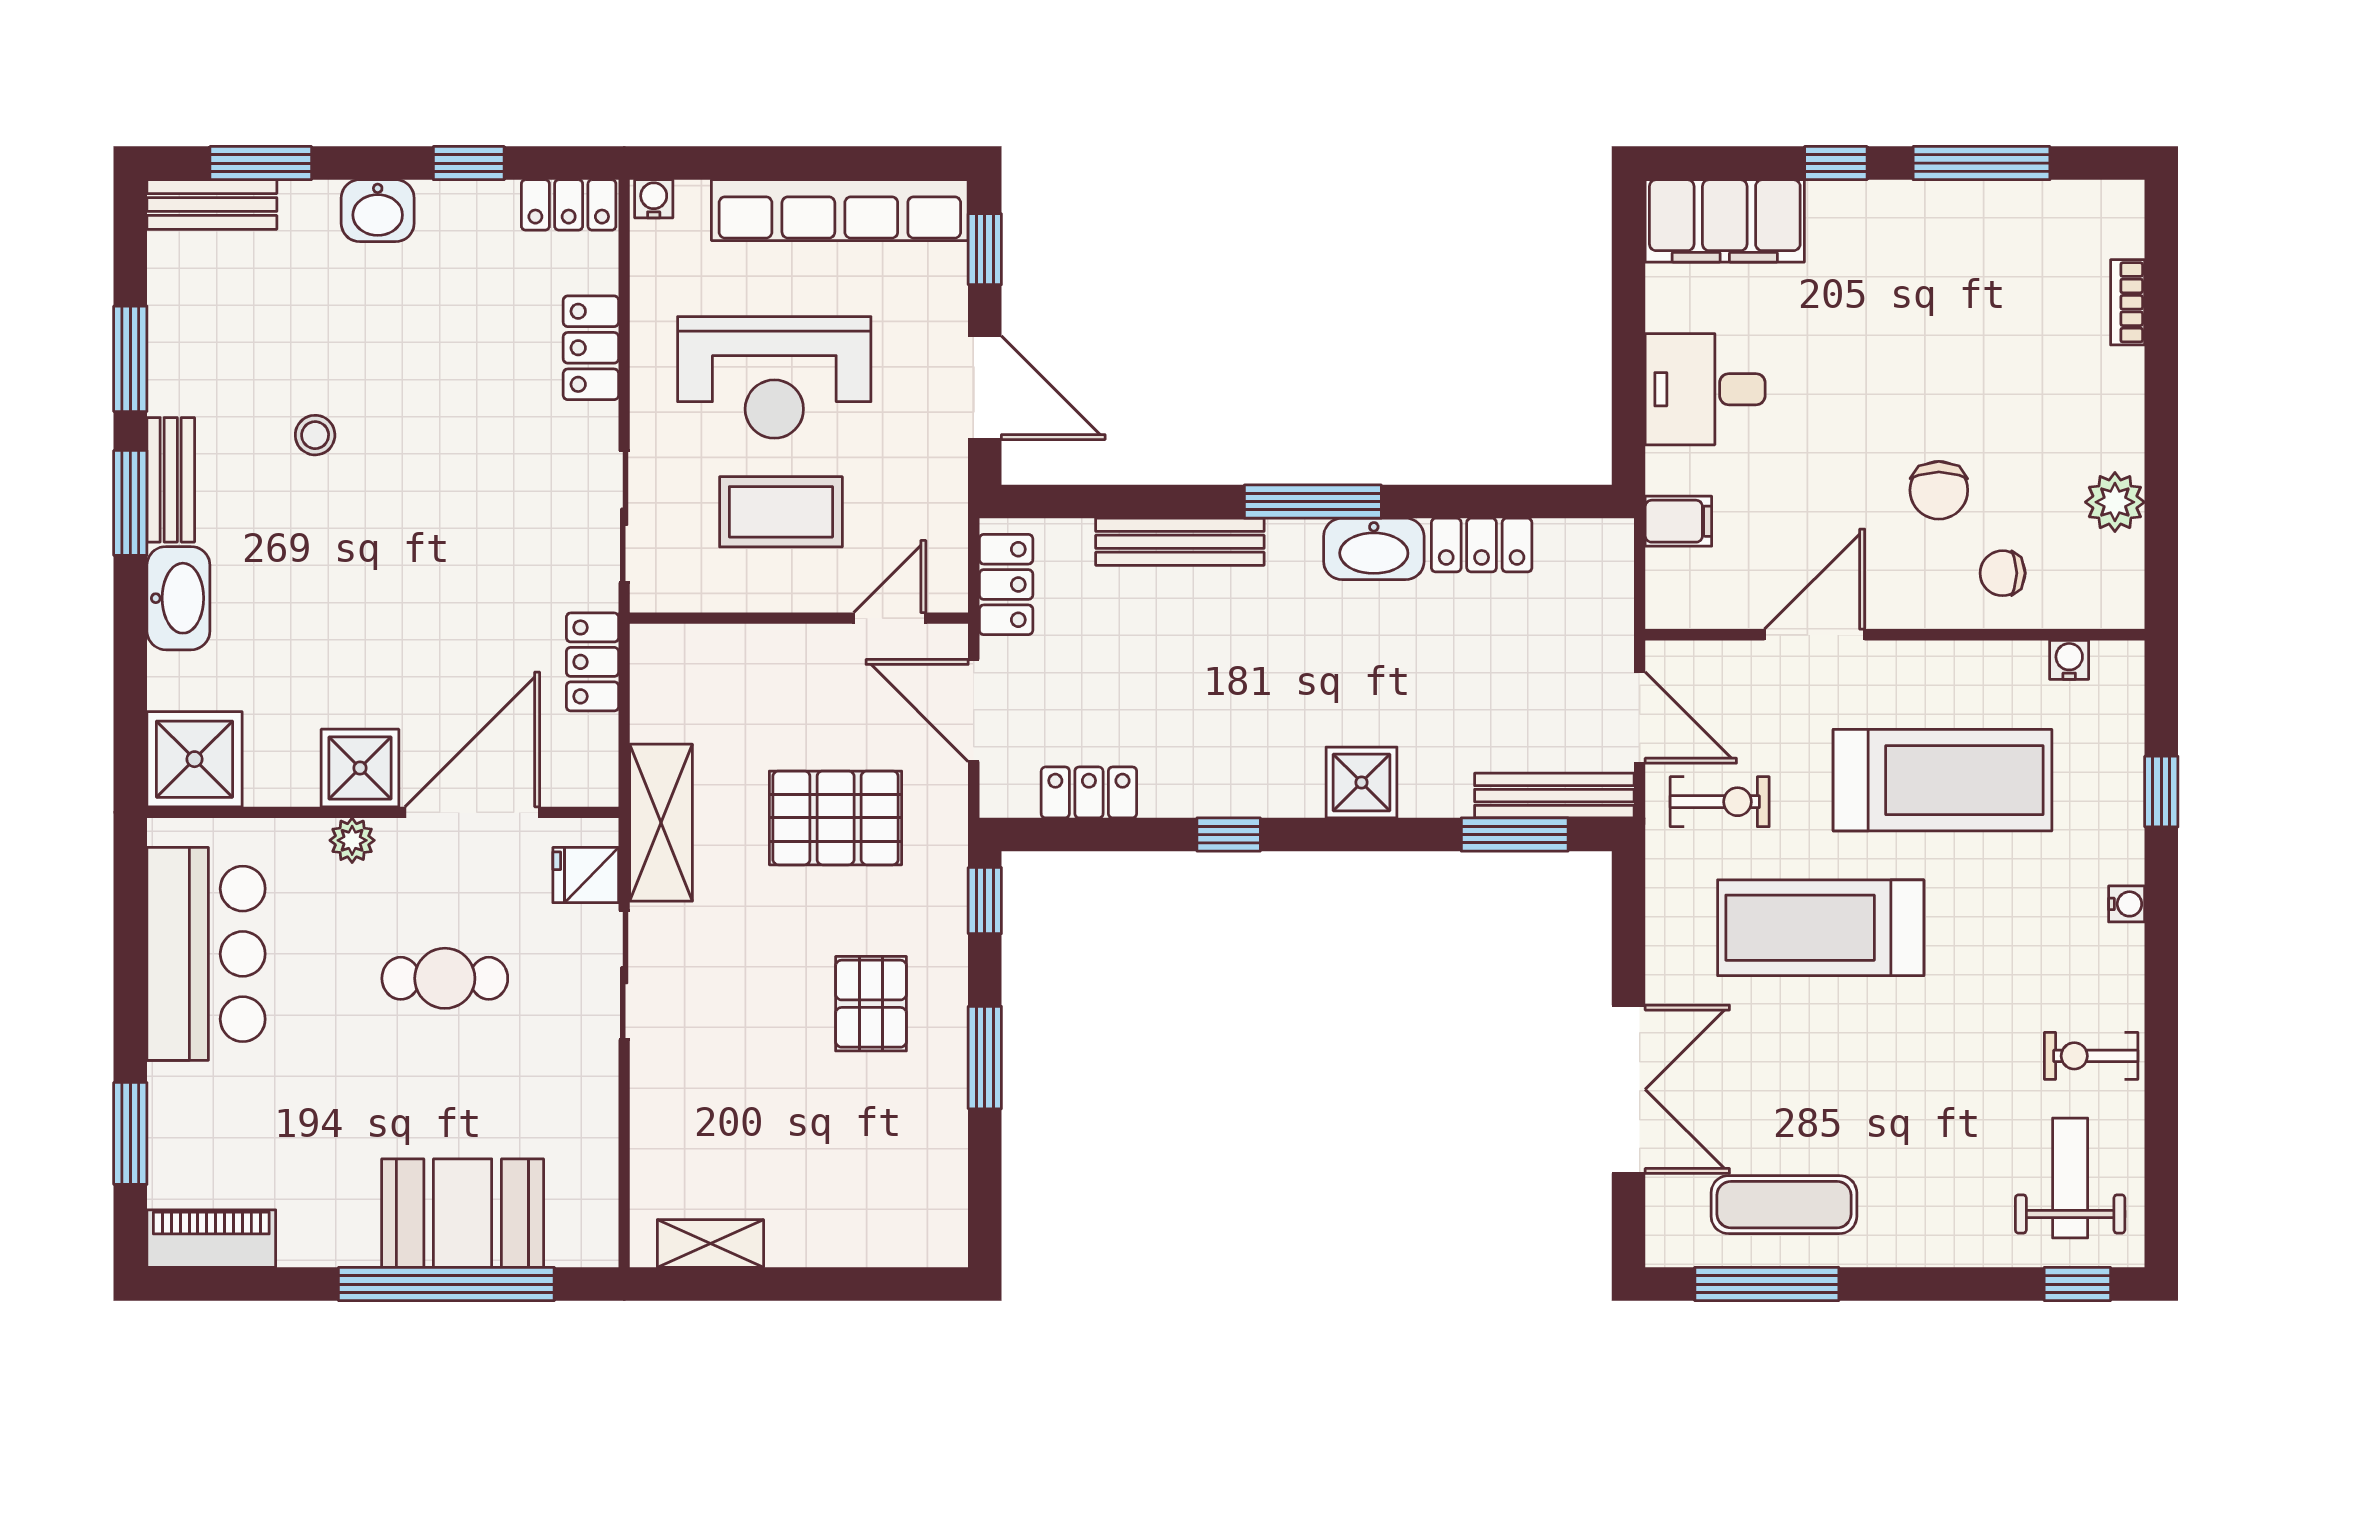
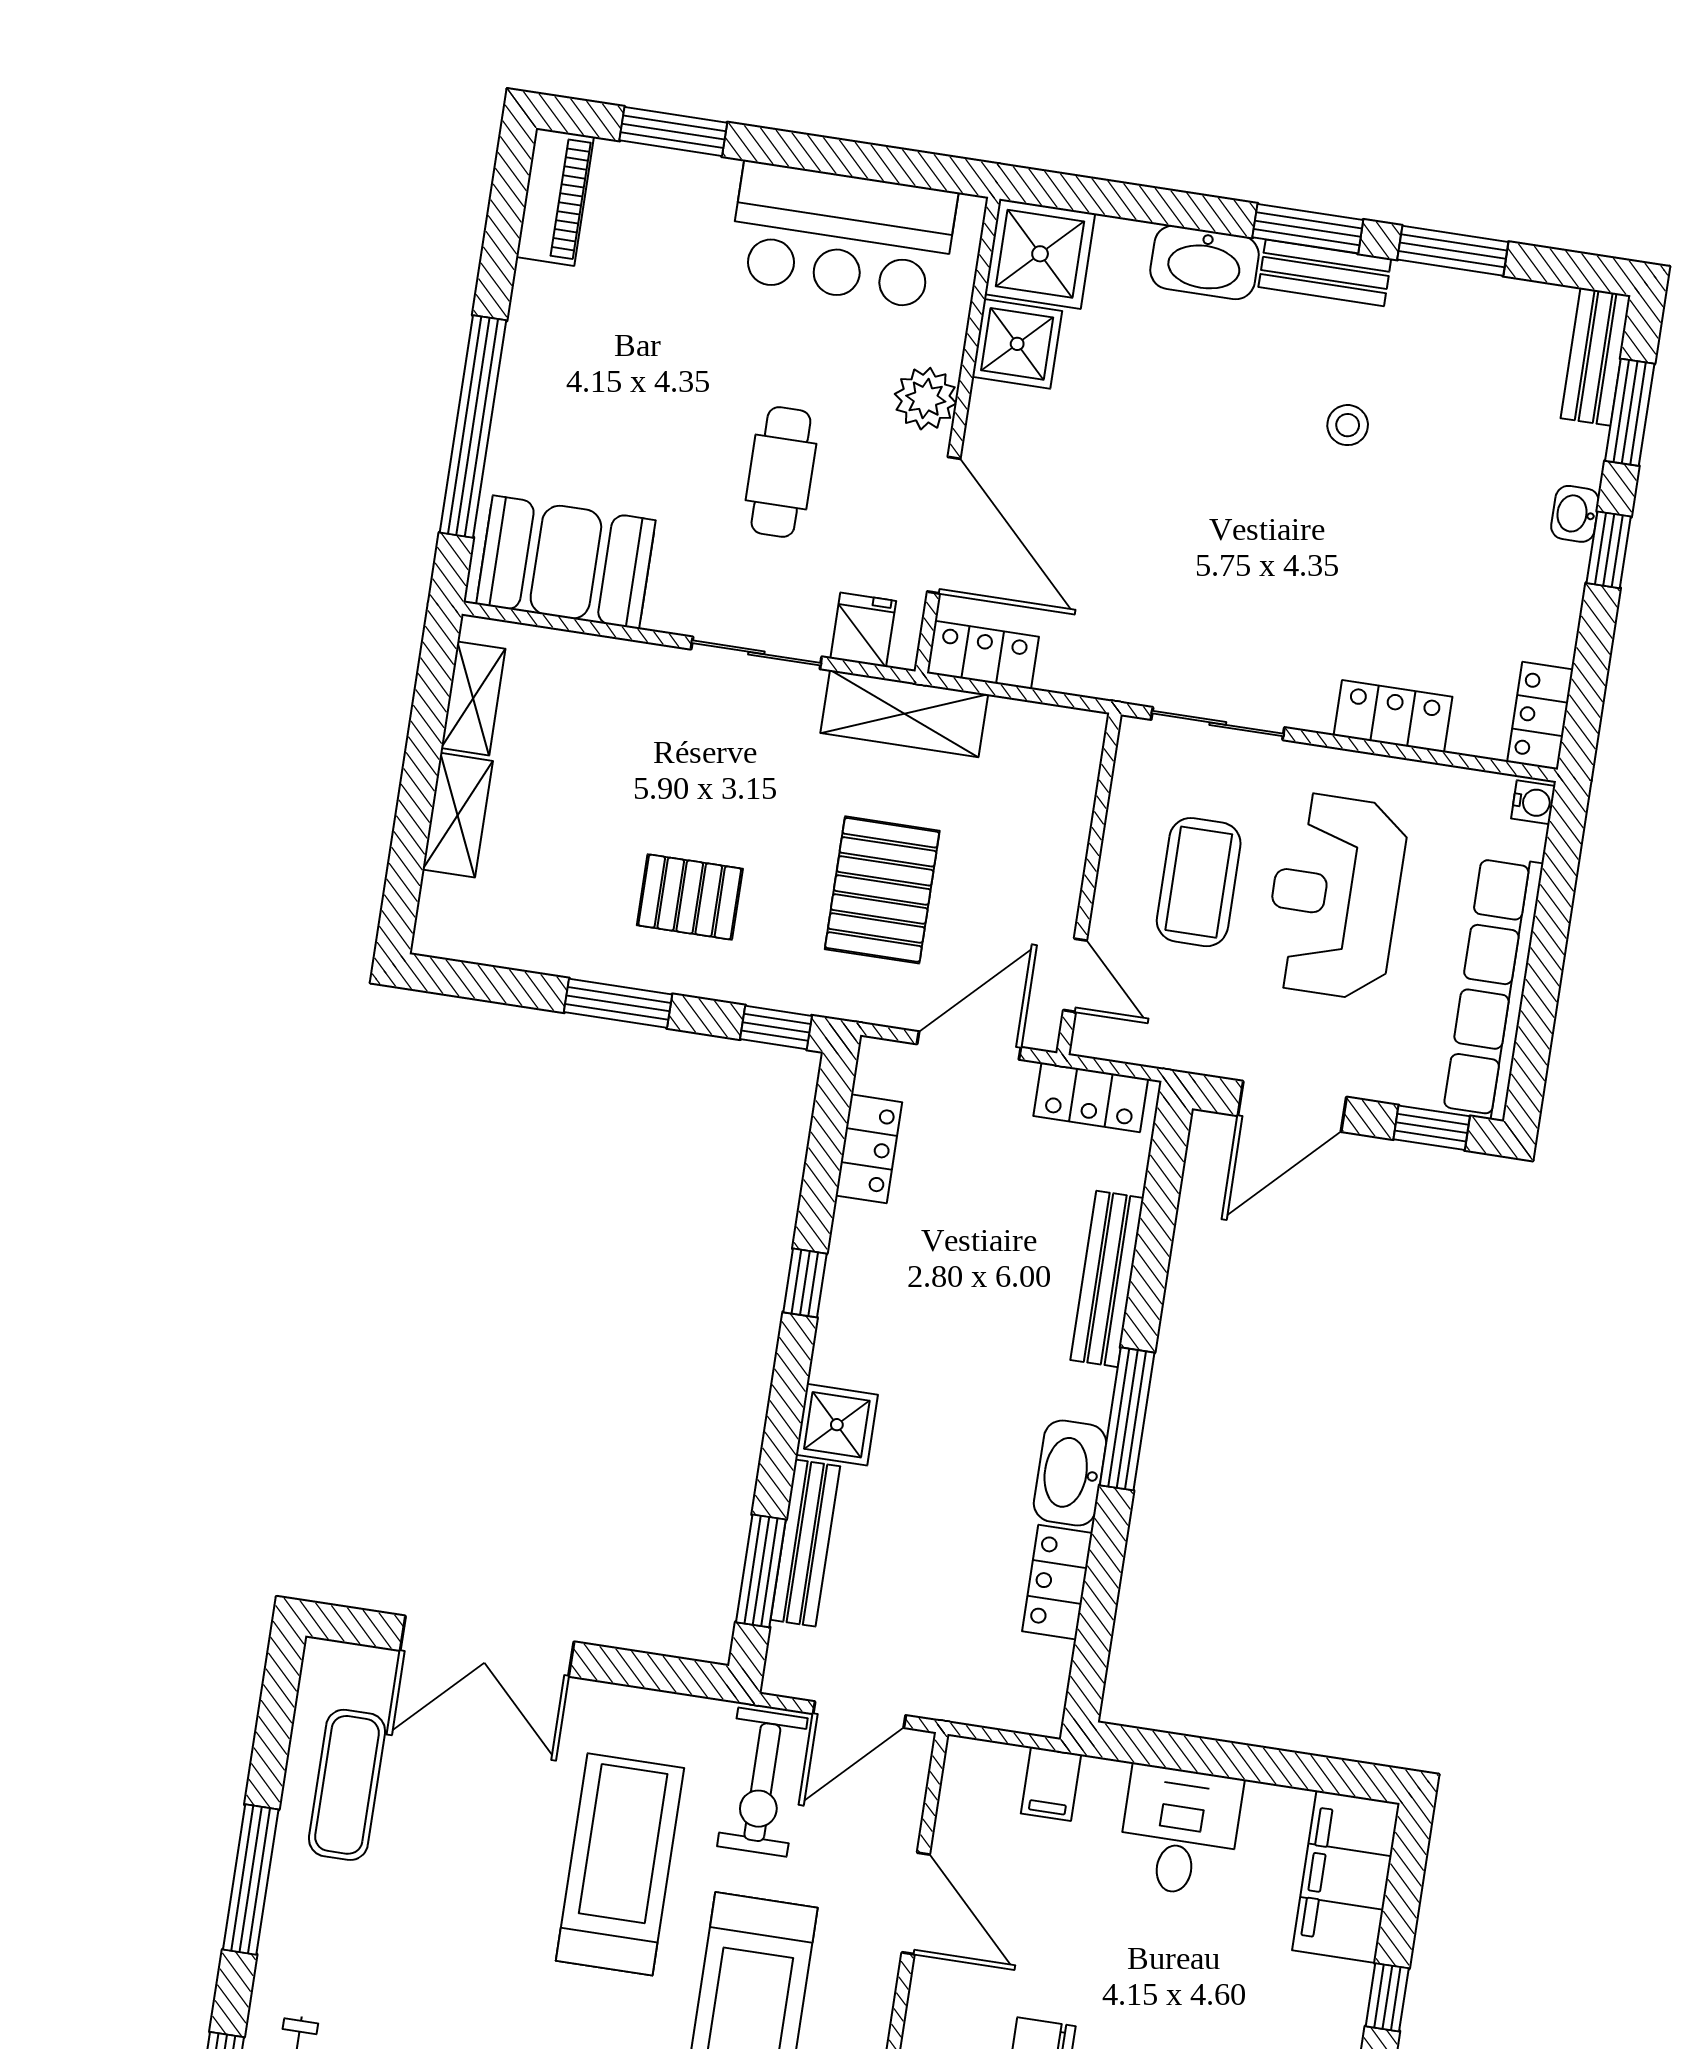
window: (469, 163) -> (1609, 550), moved
washbasin: (378, 211) -> (1575, 514), width x0.72, depth x0.69
locker: (592, 662) -> (983, 655), moved
shower: (360, 768) -> (1017, 344), moved
bench: (1554, 796) -> (805, 1543), moved
exercise bike: (1720, 802) -> (762, 1782), width x1.38, depth x1.39
plant: (352, 840) -> (926, 399), width x1.38, depth x1.38
booth: (463, 1213) -> (566, 562), moved, turned 90
shelving: (826, 1241) -> (458, 815), added
window: (1767, 1284) -> (251, 1879), moved

